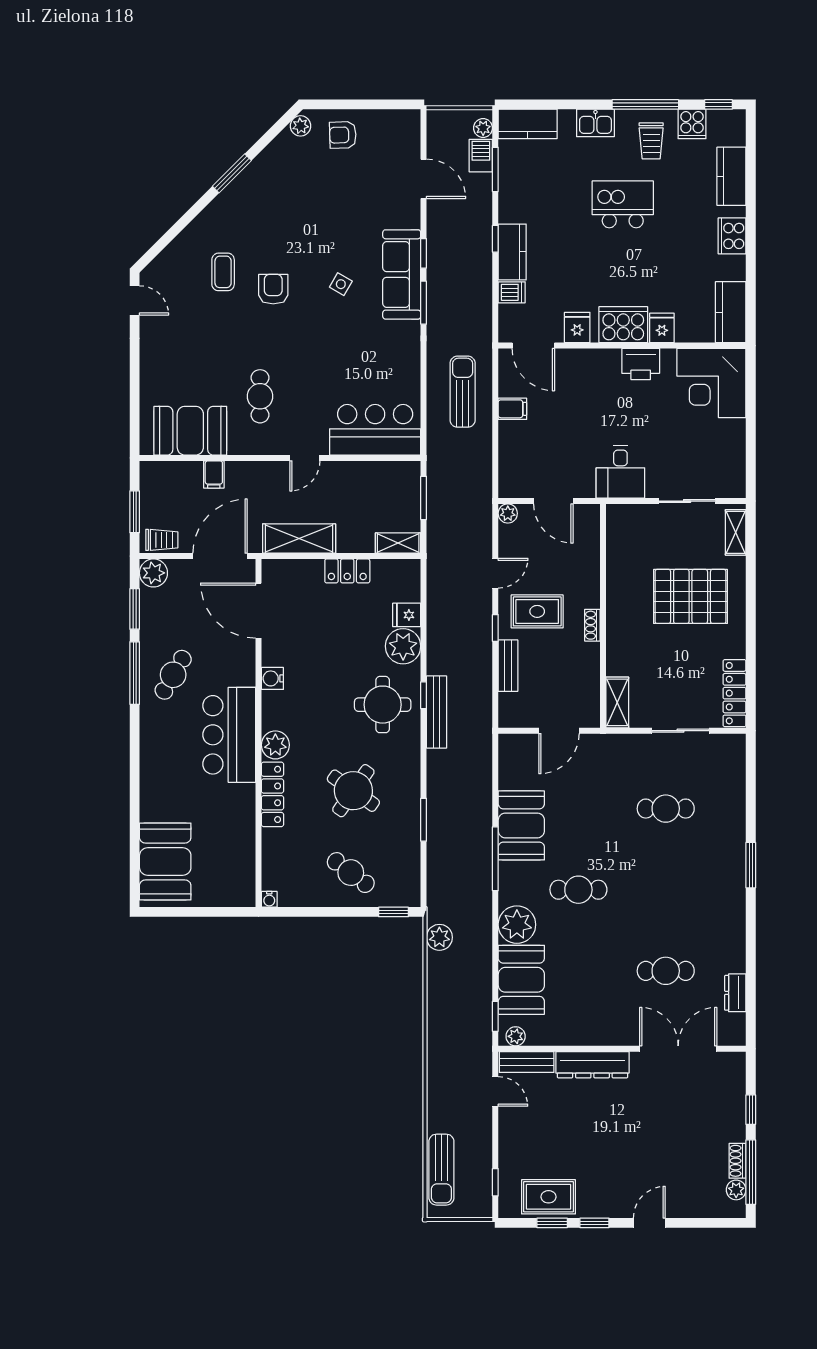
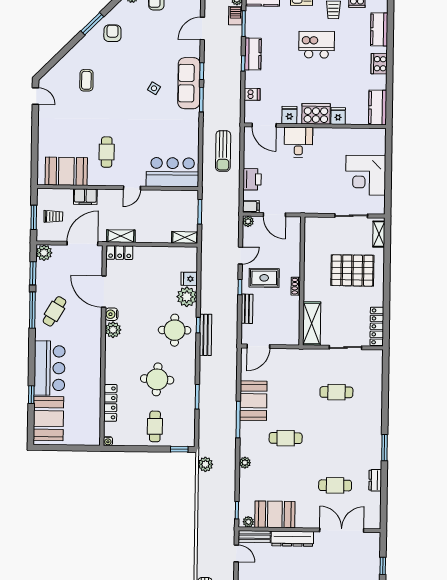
door: (424, 179) -> (202, 28), swing flipped
kitchen counter: (512, 252) -> (253, 54), moved
armchair: (273, 289) -> (112, 33), moved
printer: (641, 364) -> (252, 179), moved, turned -90
corner desk: (711, 383) -> (366, 175), moved
sun lounger: (463, 392) -> (223, 151), turned 180
filing cabinet: (512, 409) -> (251, 206), moved
desk: (620, 472) -> (298, 142), moved, turned 180
filing cabinet: (214, 474) -> (85, 197), width x2.00
shelving: (299, 539) -> (121, 236), width x0.67, depth x0.75
trolley: (162, 540) -> (53, 216), moved
locker: (347, 571) -> (120, 253), moved
door: (259, 611) -> (104, 292), moved
shelving: (617, 702) -> (312, 324), width x1.50, depth x1.33
door: (559, 731) -> (258, 346), moved
bar counter: (229, 735) -> (50, 368), moved, turned 180
plant: (275, 745) -> (113, 330), moved
round table: (353, 791) -> (157, 379), turned -32
locker: (272, 794) -> (110, 403), moved
window: (135, 820) -> (31, 395), added
window: (751, 865) -> (385, 448), moved
cafe table: (351, 873) -> (155, 426), turned 53
plant: (517, 925) -> (245, 463), width x0.53, depth x0.53
booth: (521, 980) -> (275, 514), moved, turned 90
dresser: (735, 993) -> (375, 480), moved

